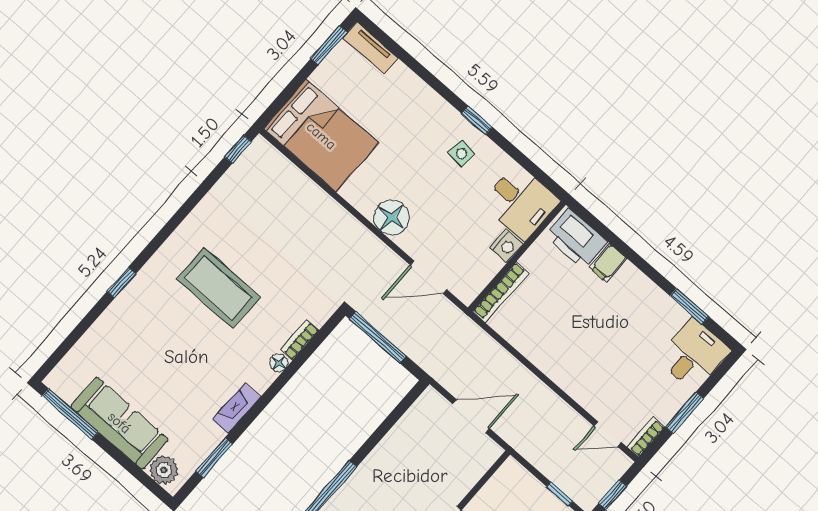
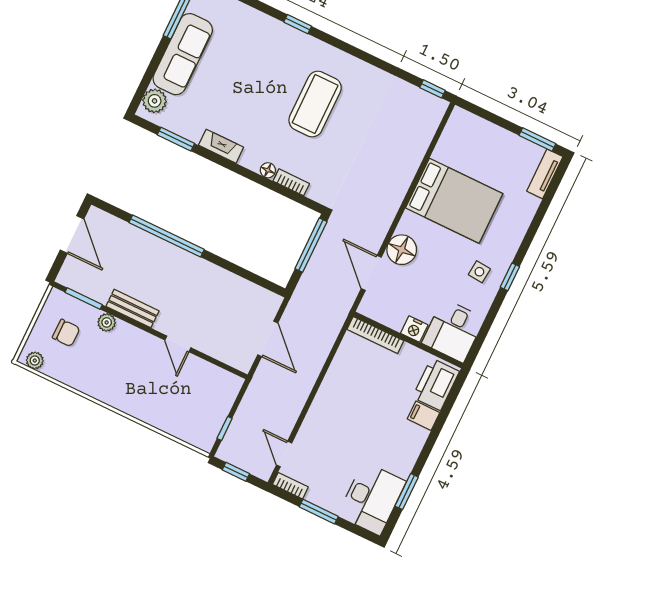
bed: (321, 136) -> (454, 201), moved, turned -90
floor lamp: (391, 217) -> (402, 250), moved
desk: (694, 354) -> (372, 499), width x1.37

